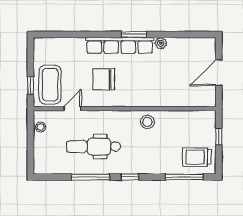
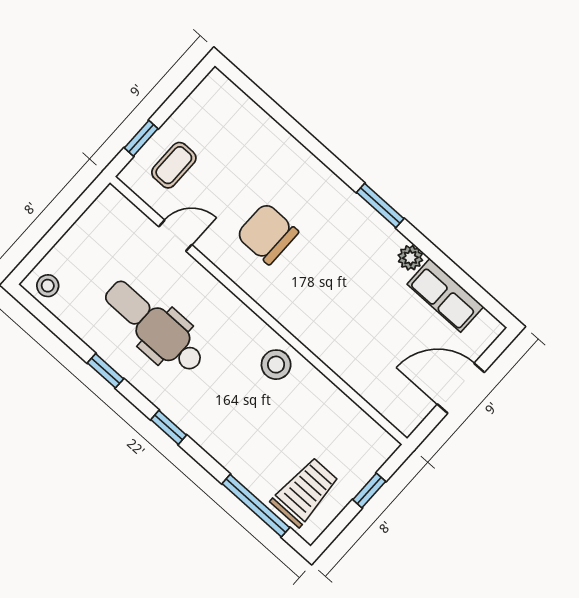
row of seats: (120, 45) -> (445, 295), moved, width x0.50
coffee table: (50, 85) -> (174, 165), width x0.54, depth x0.58
stool: (41, 127) -> (48, 286), moved
trolley: (197, 157) -> (305, 492), turned 90
window: (90, 177) -> (106, 371), width x0.46

